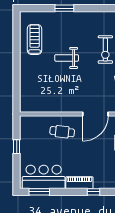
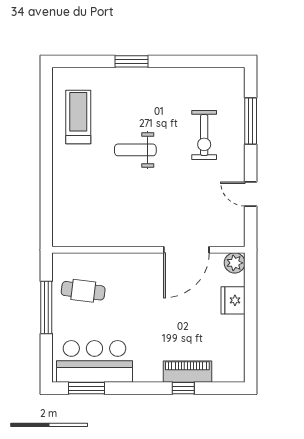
cafe table: (62, 132) -> (83, 291), moved
window: (17, 147) -> (46, 307), width x2.17
piano: (79, 183) -> (187, 372), moved

